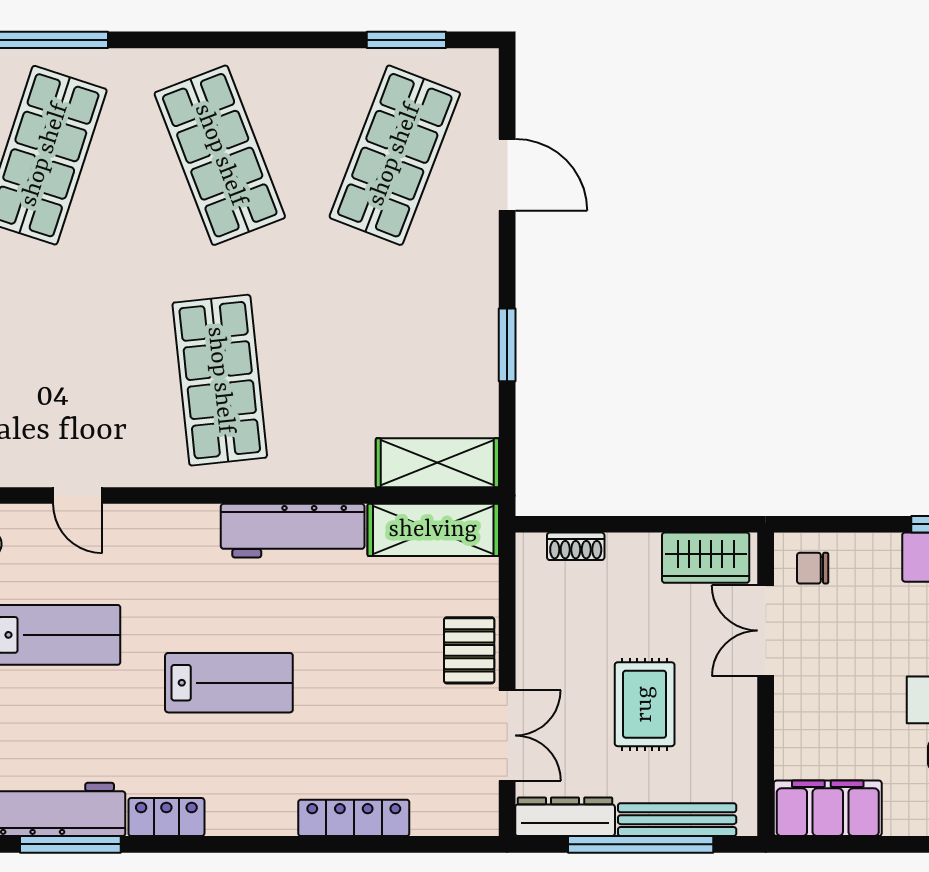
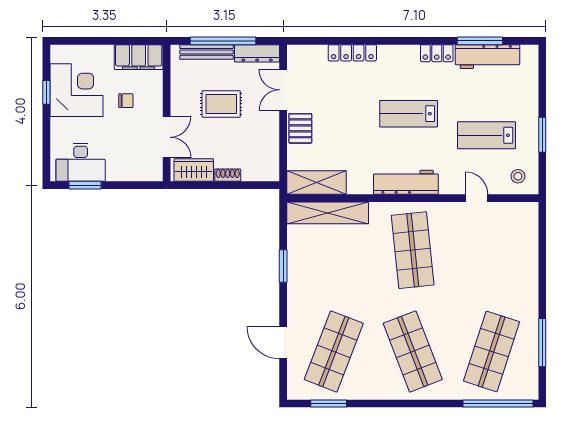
shelving: (437, 463) -> (328, 213), width x1.47
workbench: (293, 531) -> (406, 182), moved
shoe rack: (576, 546) -> (228, 175), moved
chair: (813, 568) -> (126, 101), moved
rug: (645, 704) -> (221, 104), turned 90

